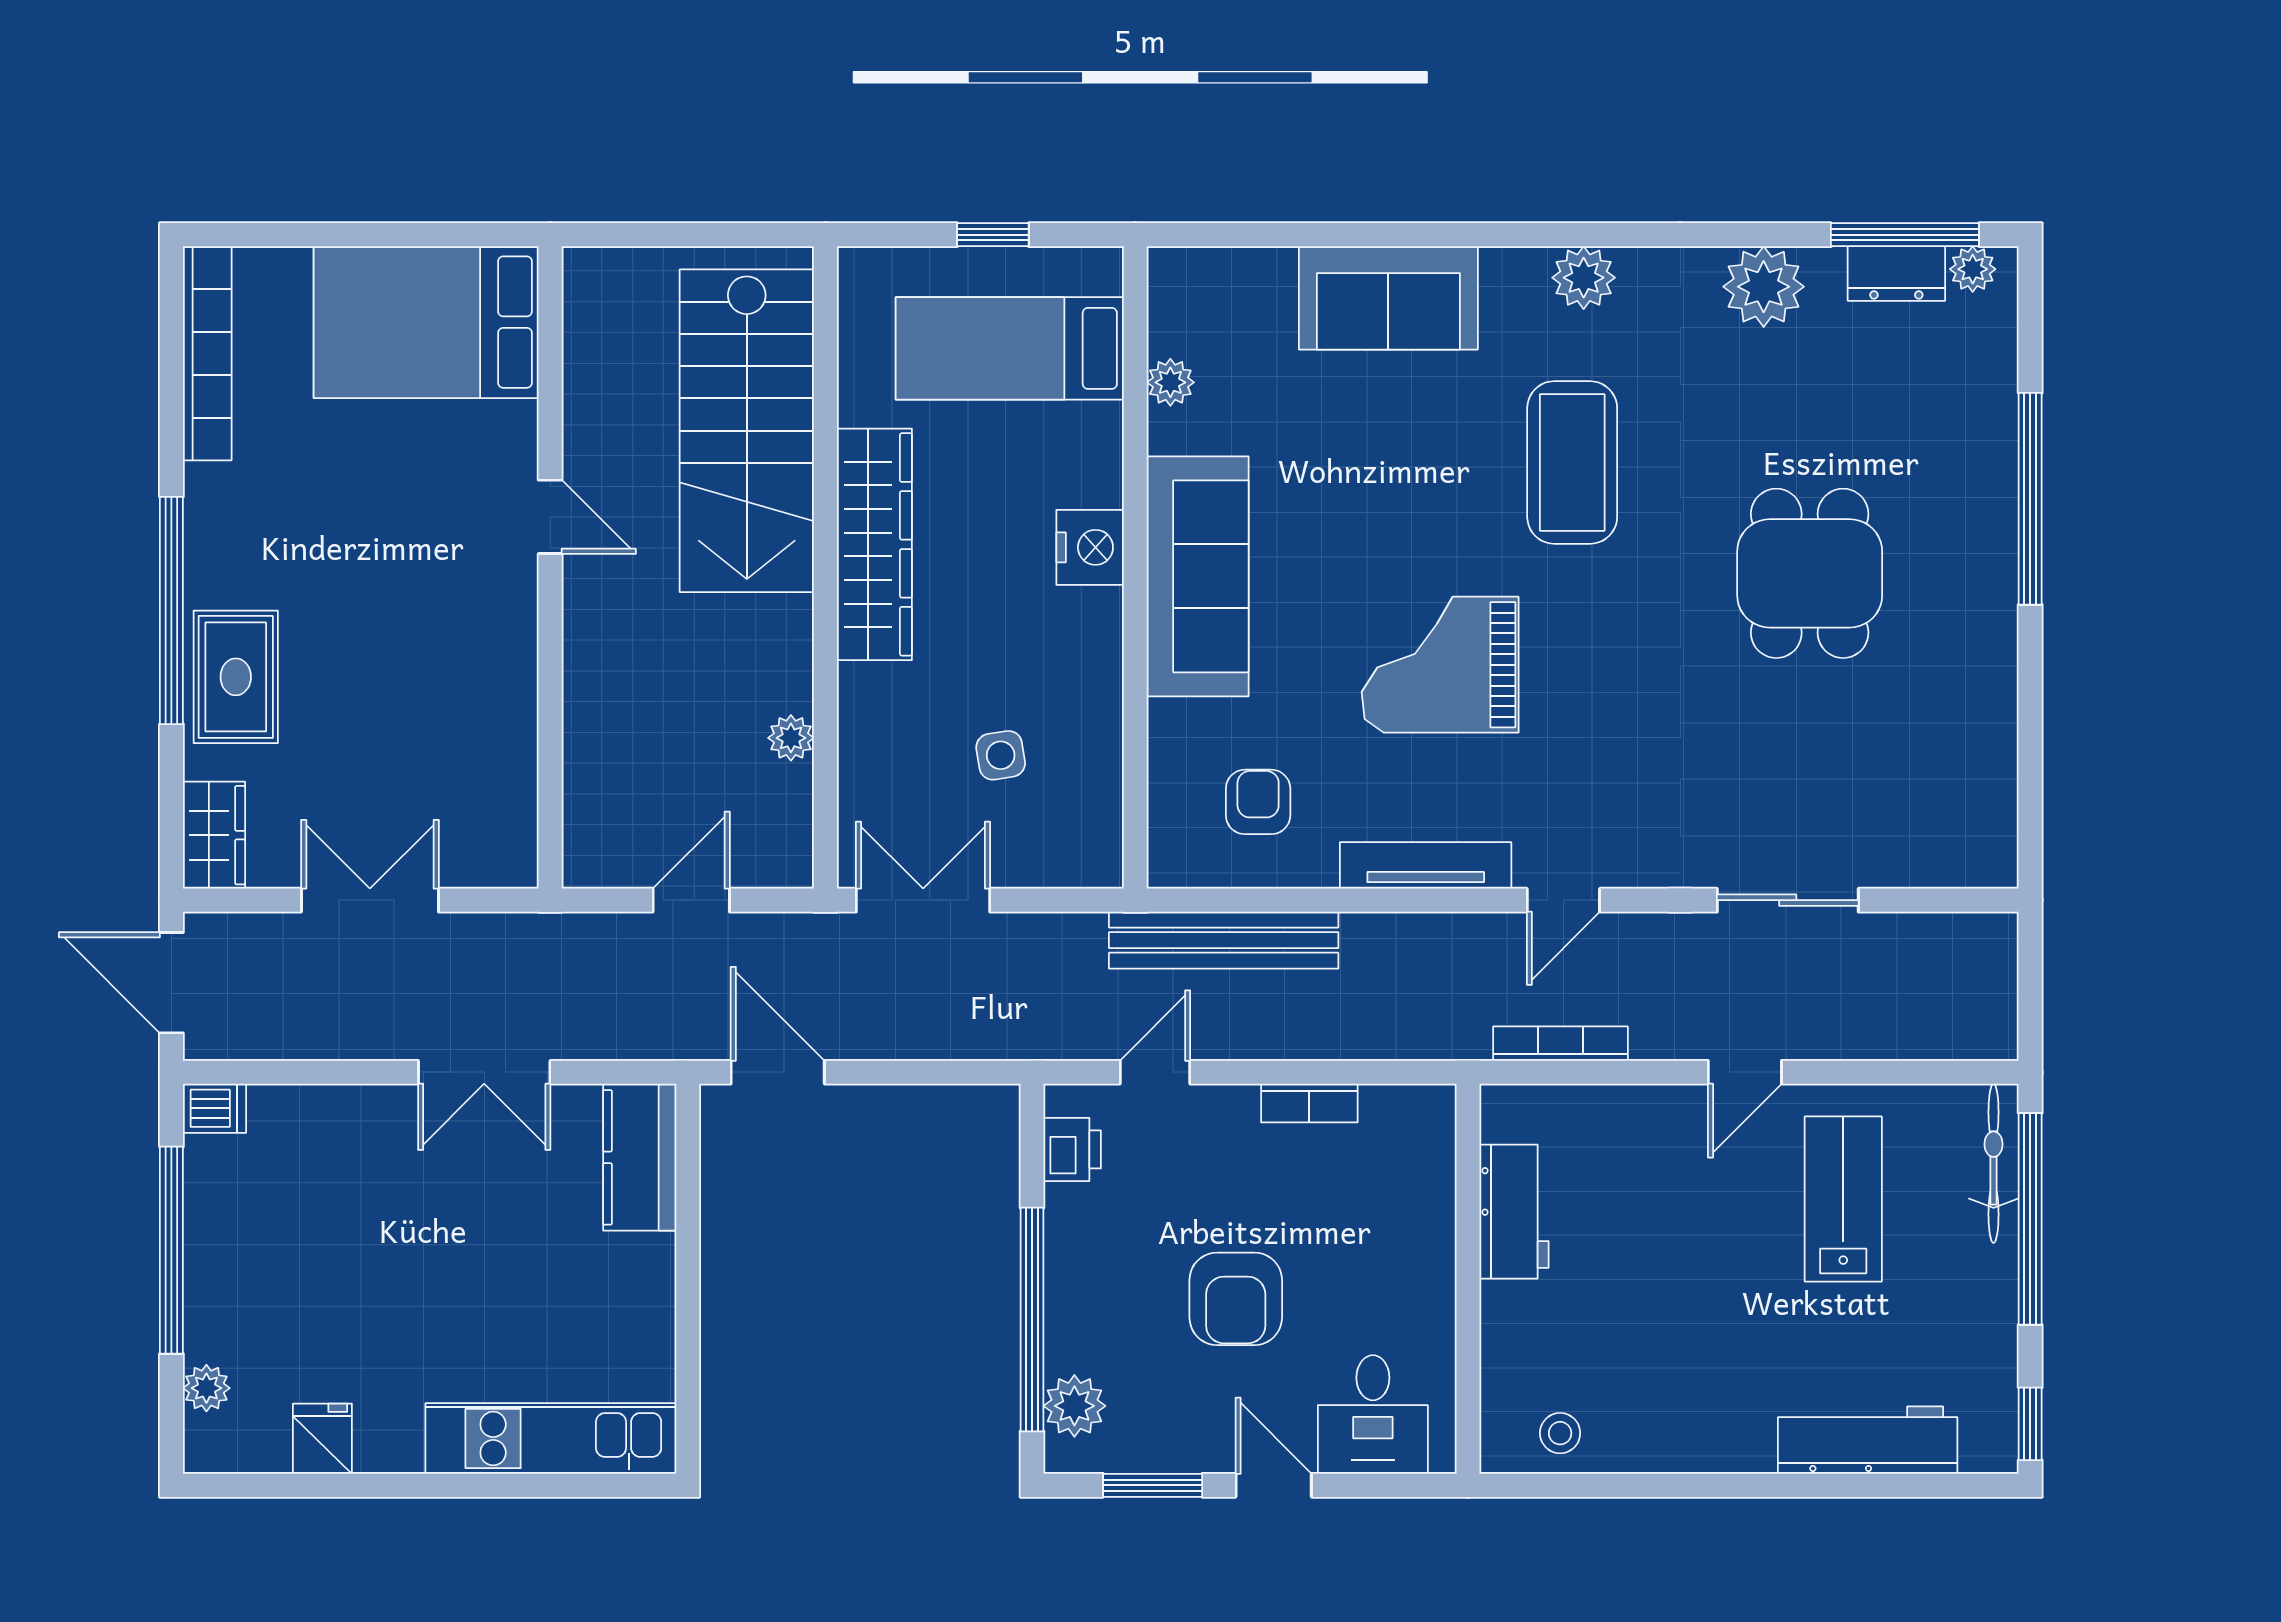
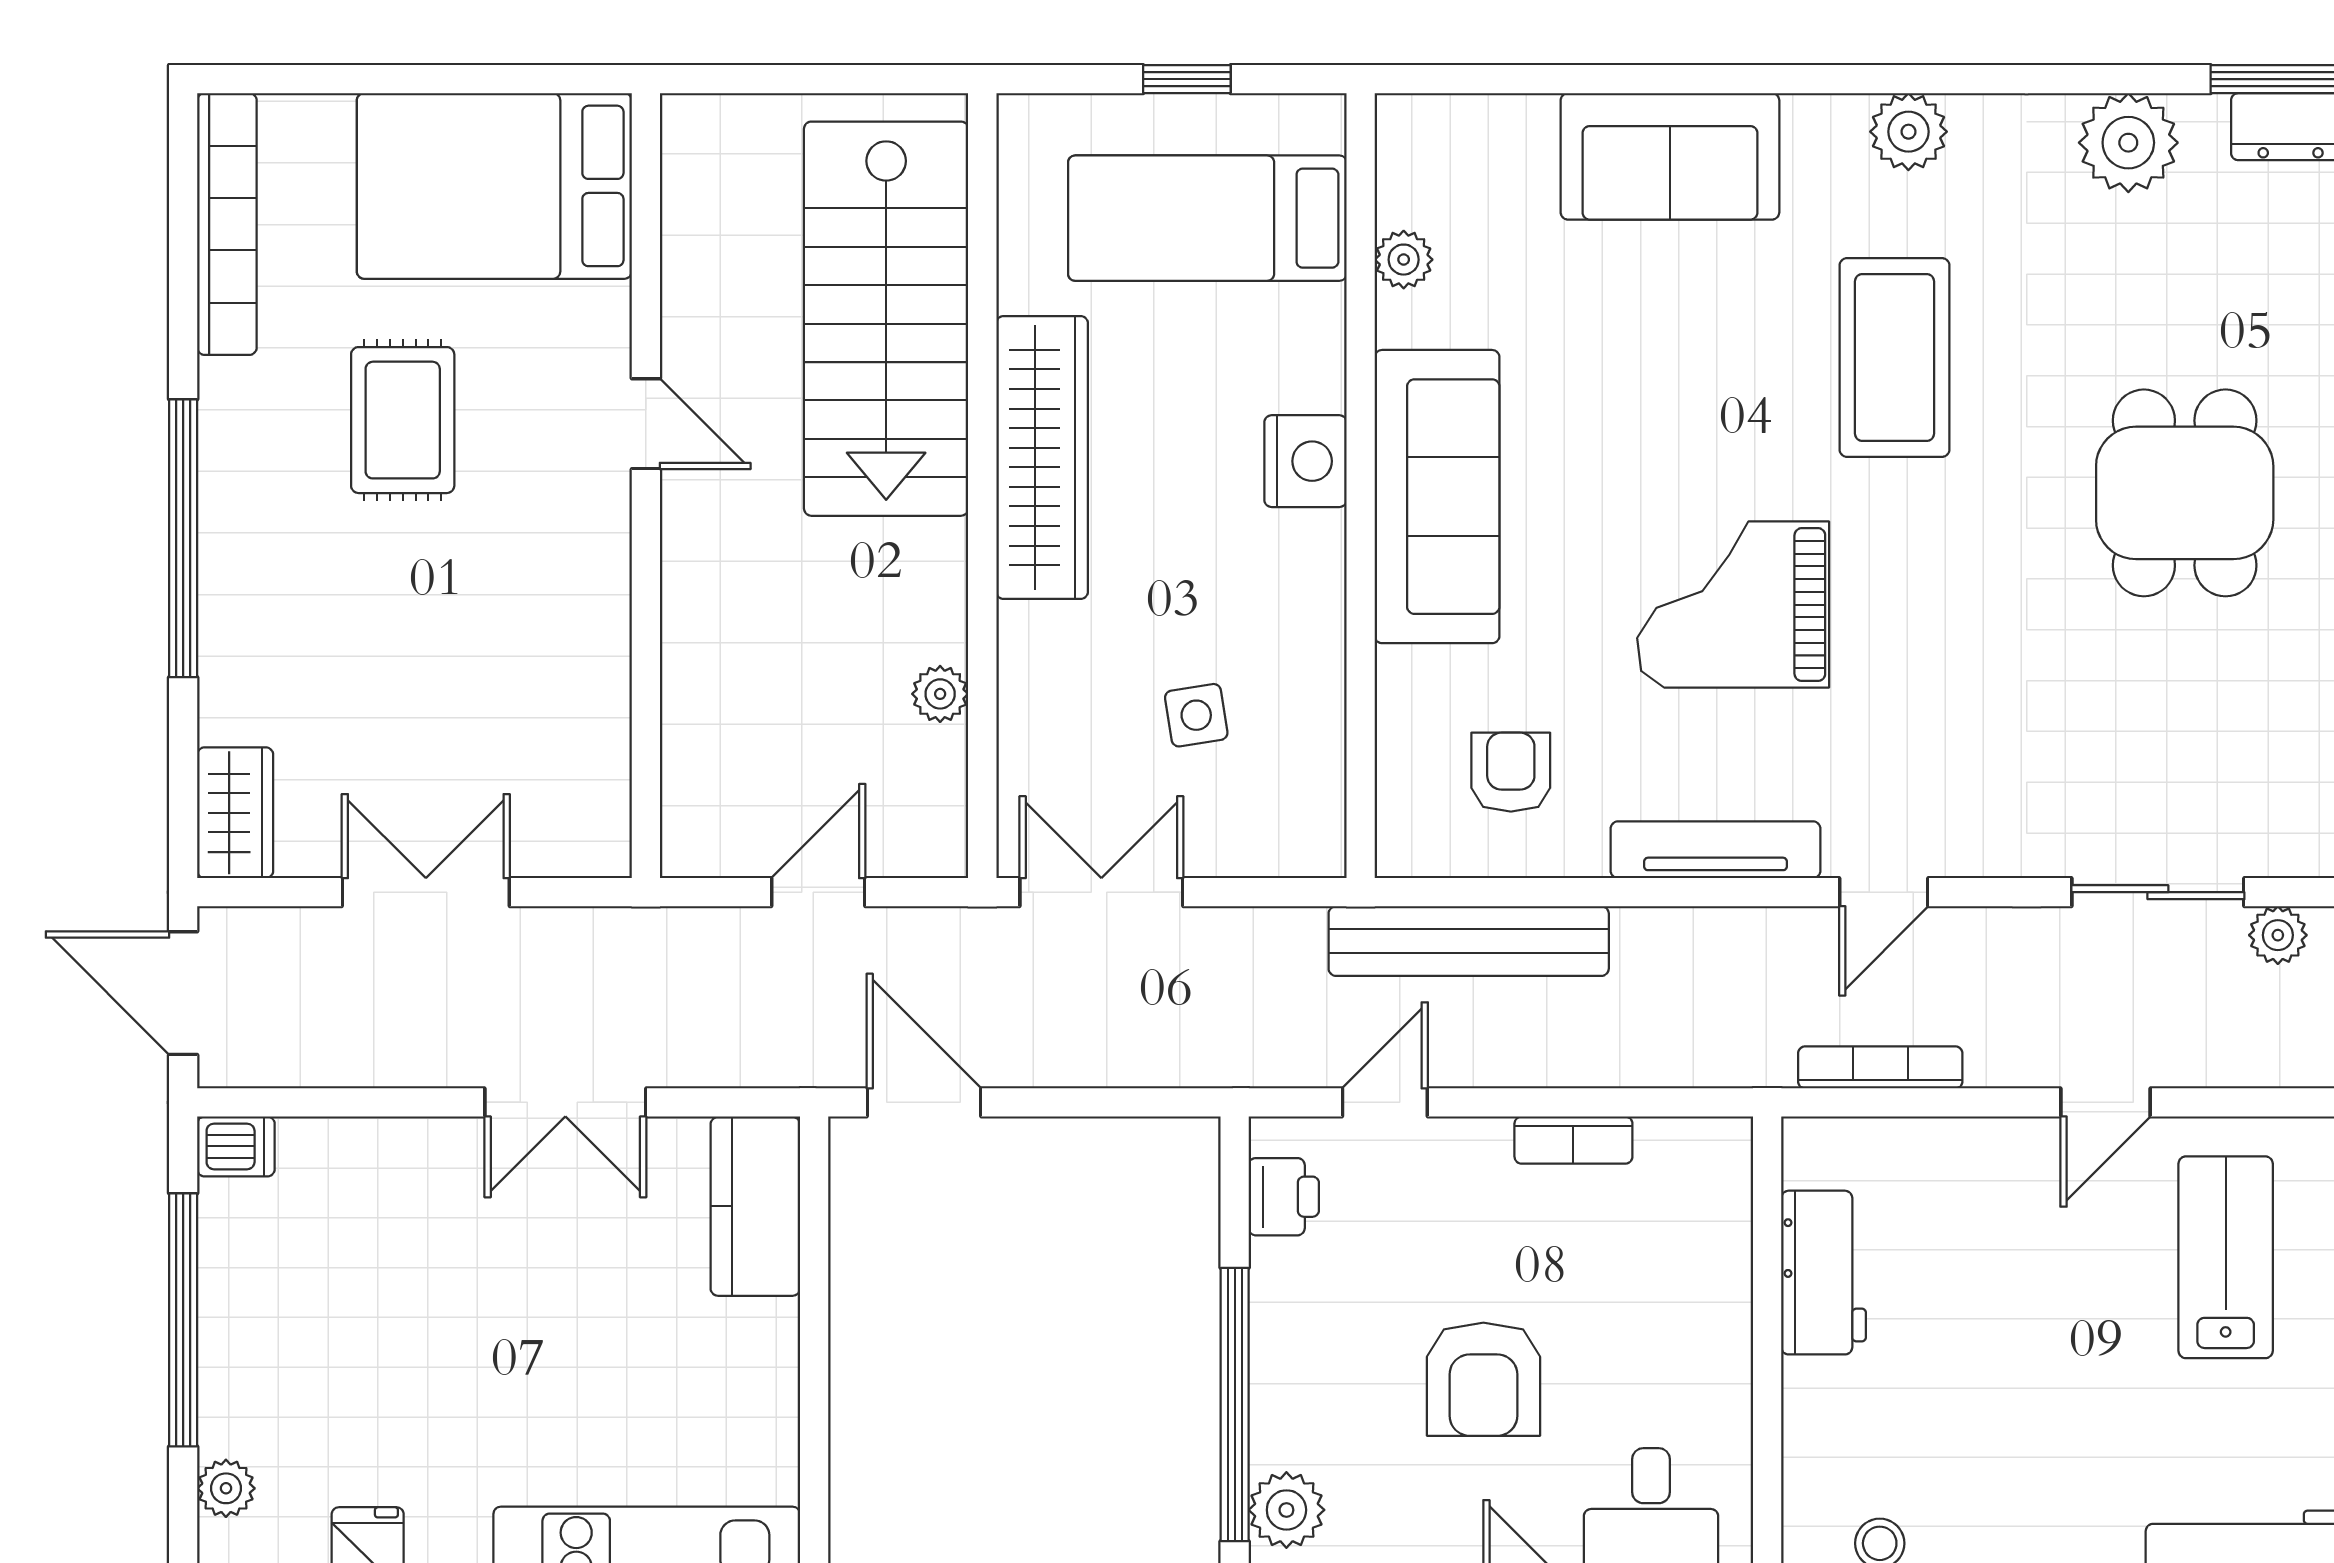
rug: (236, 677) -> (403, 420), moved
plant: (1886, 935) -> (2278, 935), added

